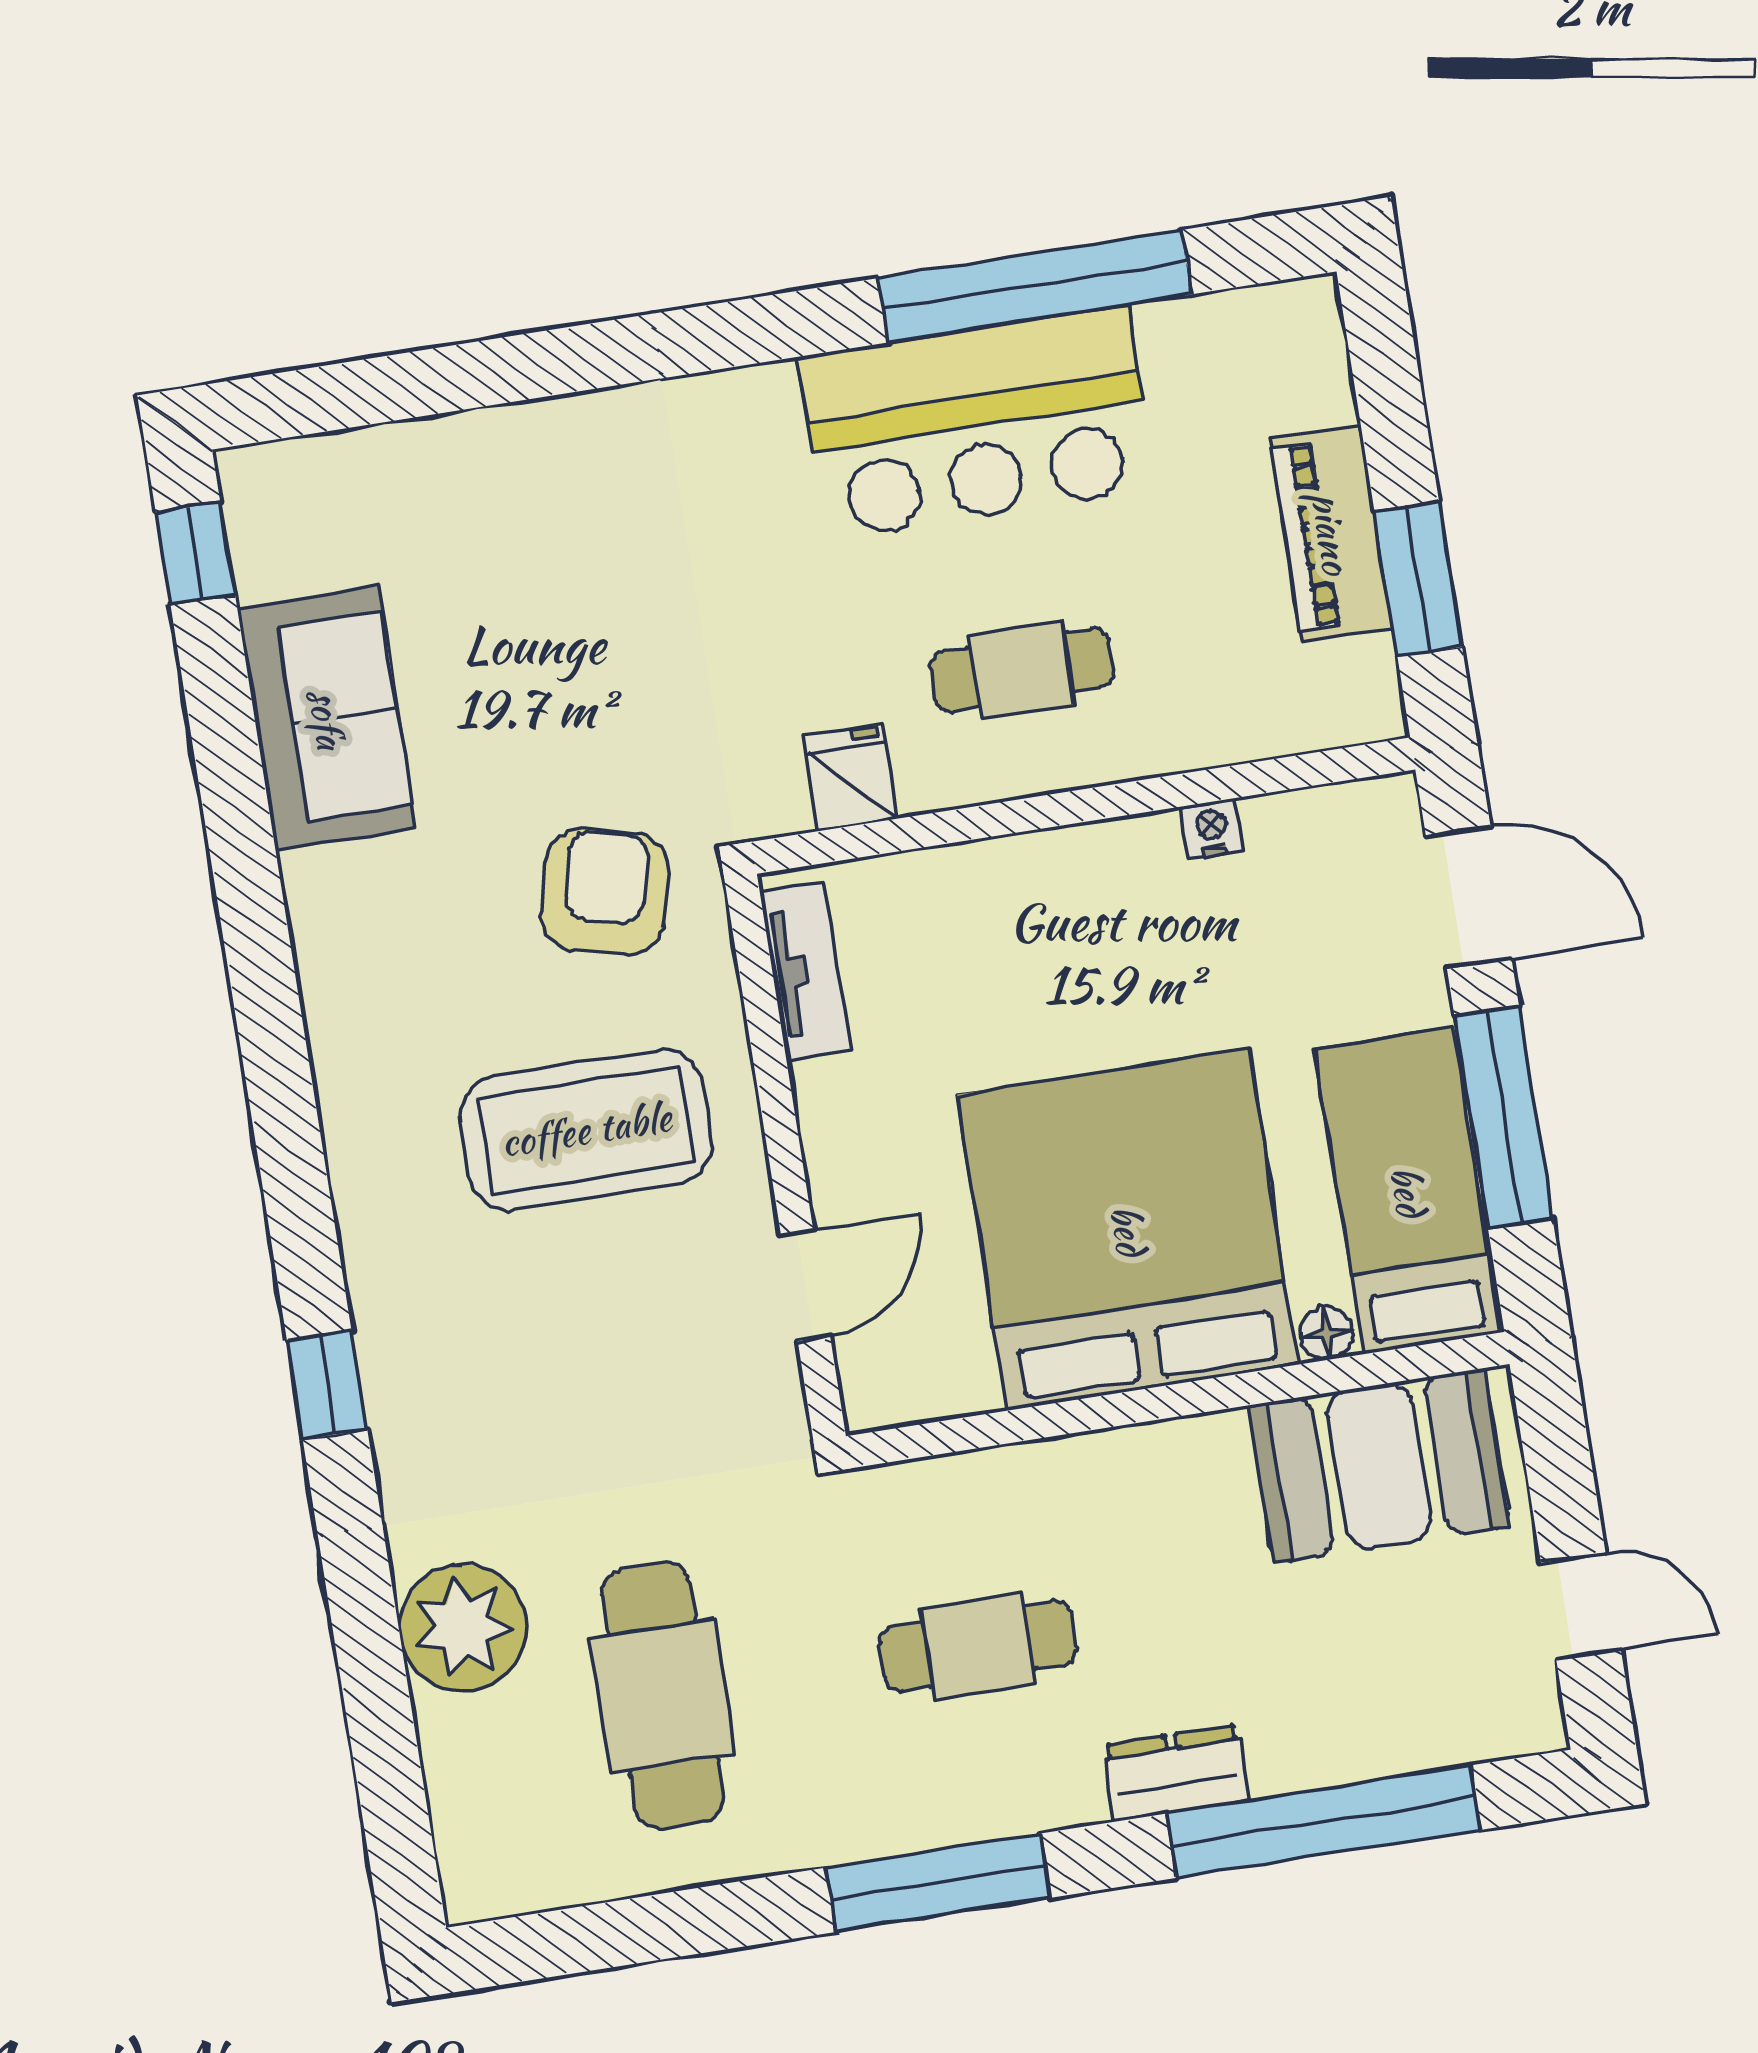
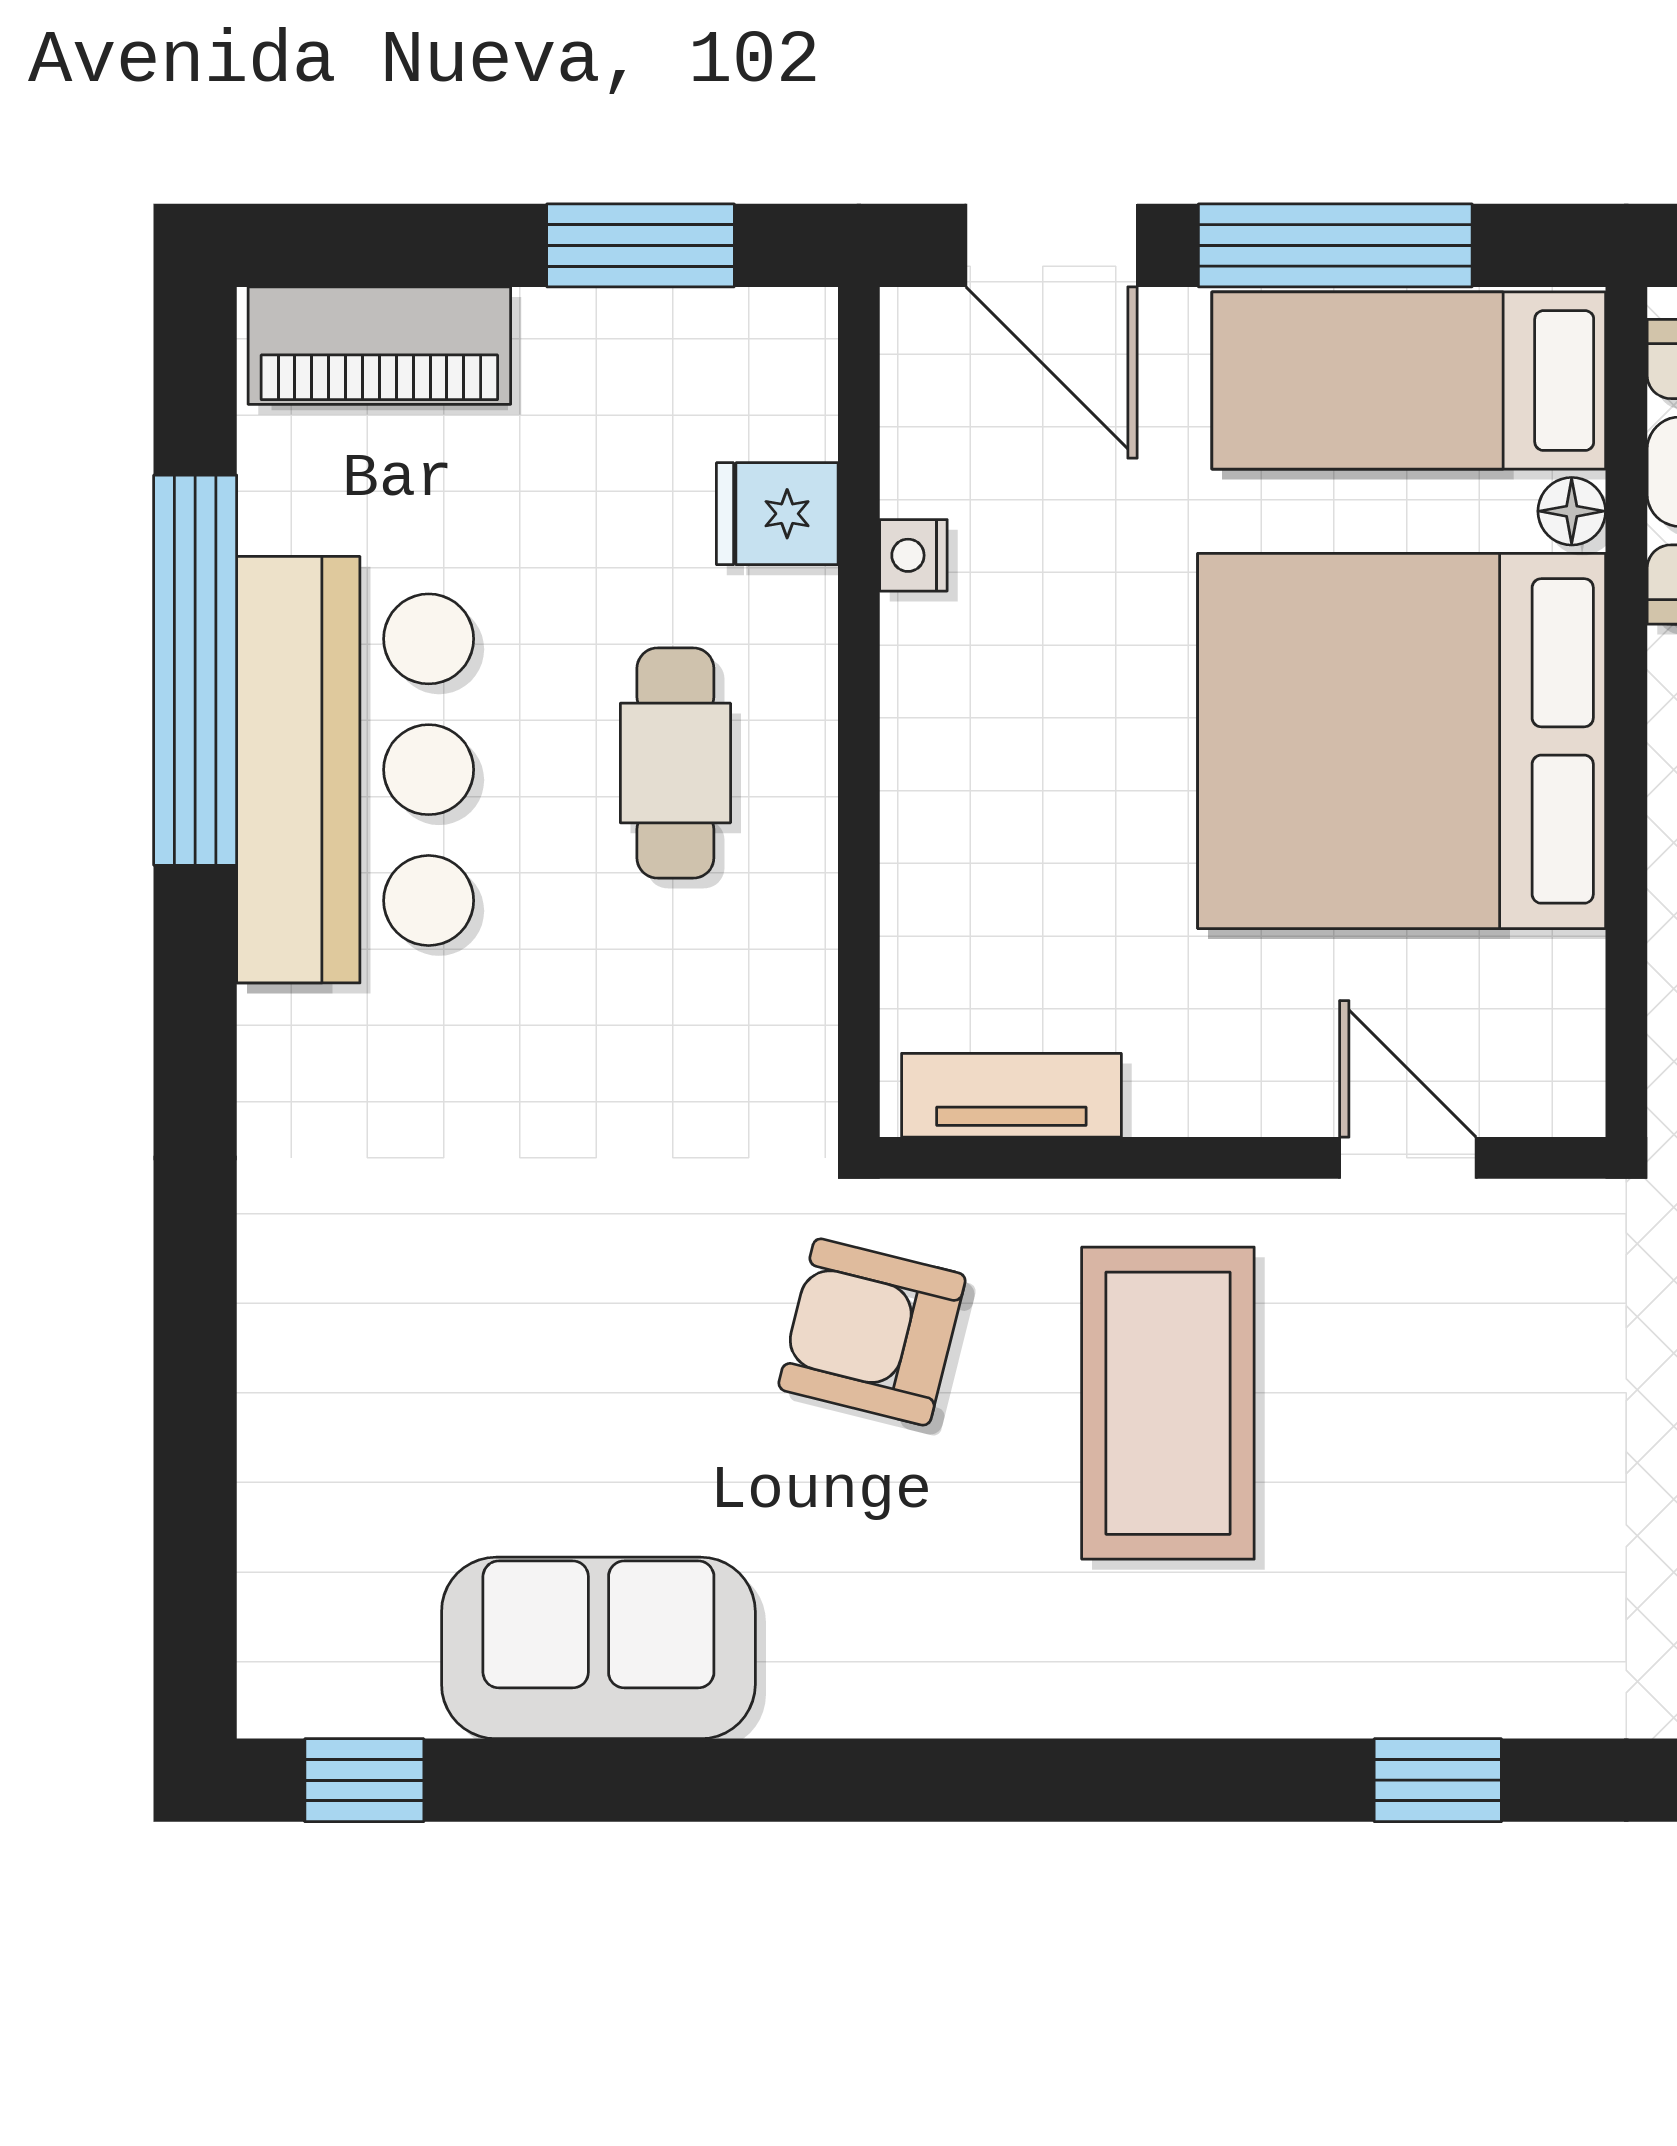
piano: (1331, 533) -> (379, 346), moved
fridge: (851, 778) -> (777, 514), moved
door: (1469, 898) -> (1052, 245), swing flipped

